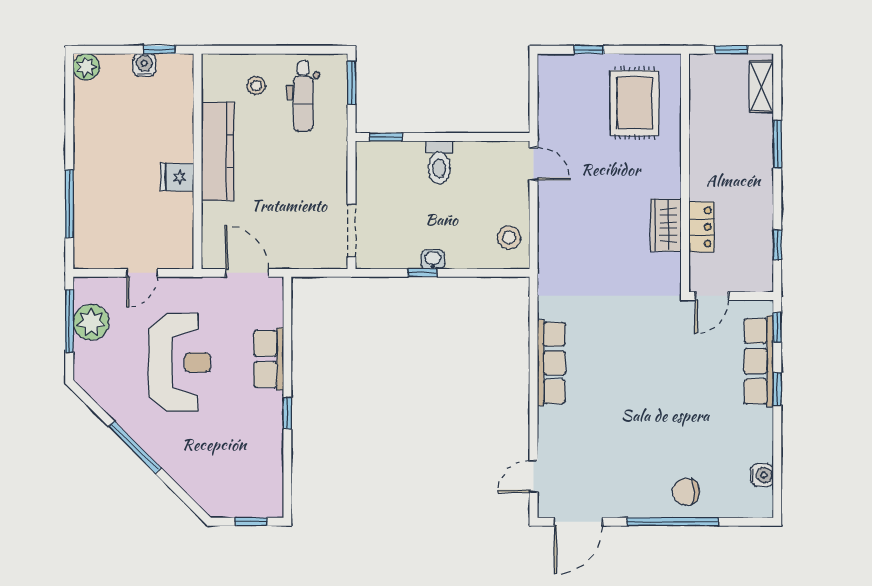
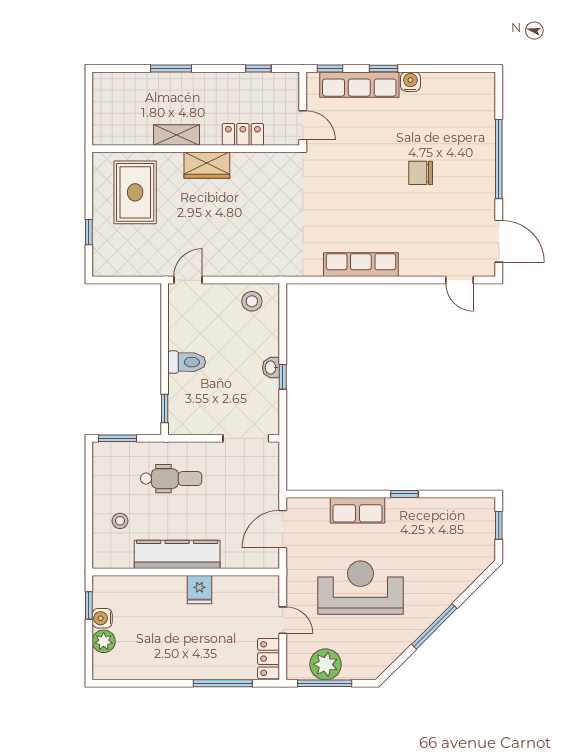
window: (732, 50) -> (89, 108), removed
plant: (86, 67) -> (104, 641), moved
shelving: (762, 86) -> (176, 135), moved
dental chair: (303, 96) -> (171, 479), moved
rug: (635, 103) -> (135, 192), turned 90
wardrobe: (666, 225) -> (207, 165), moved
locker: (98, 257) -> (269, 659), added
water cooler: (762, 475) -> (410, 82), moved
chair: (686, 492) -> (421, 173), moved, turned 90

